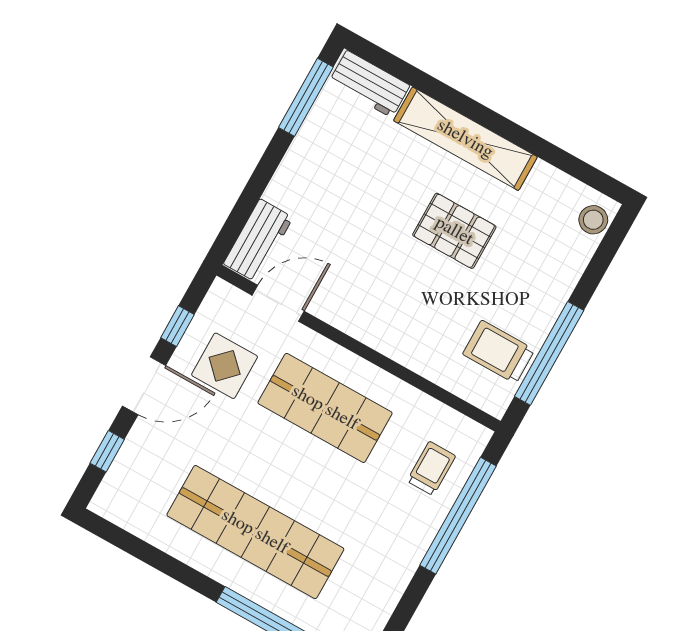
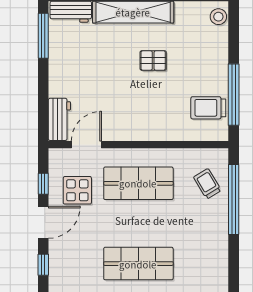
pallet: (454, 231) -> (153, 60), width x0.67, depth x0.71
trolley: (431, 469) -> (207, 184), turned -31
shop shelf: (255, 532) -> (138, 264), width x0.71

